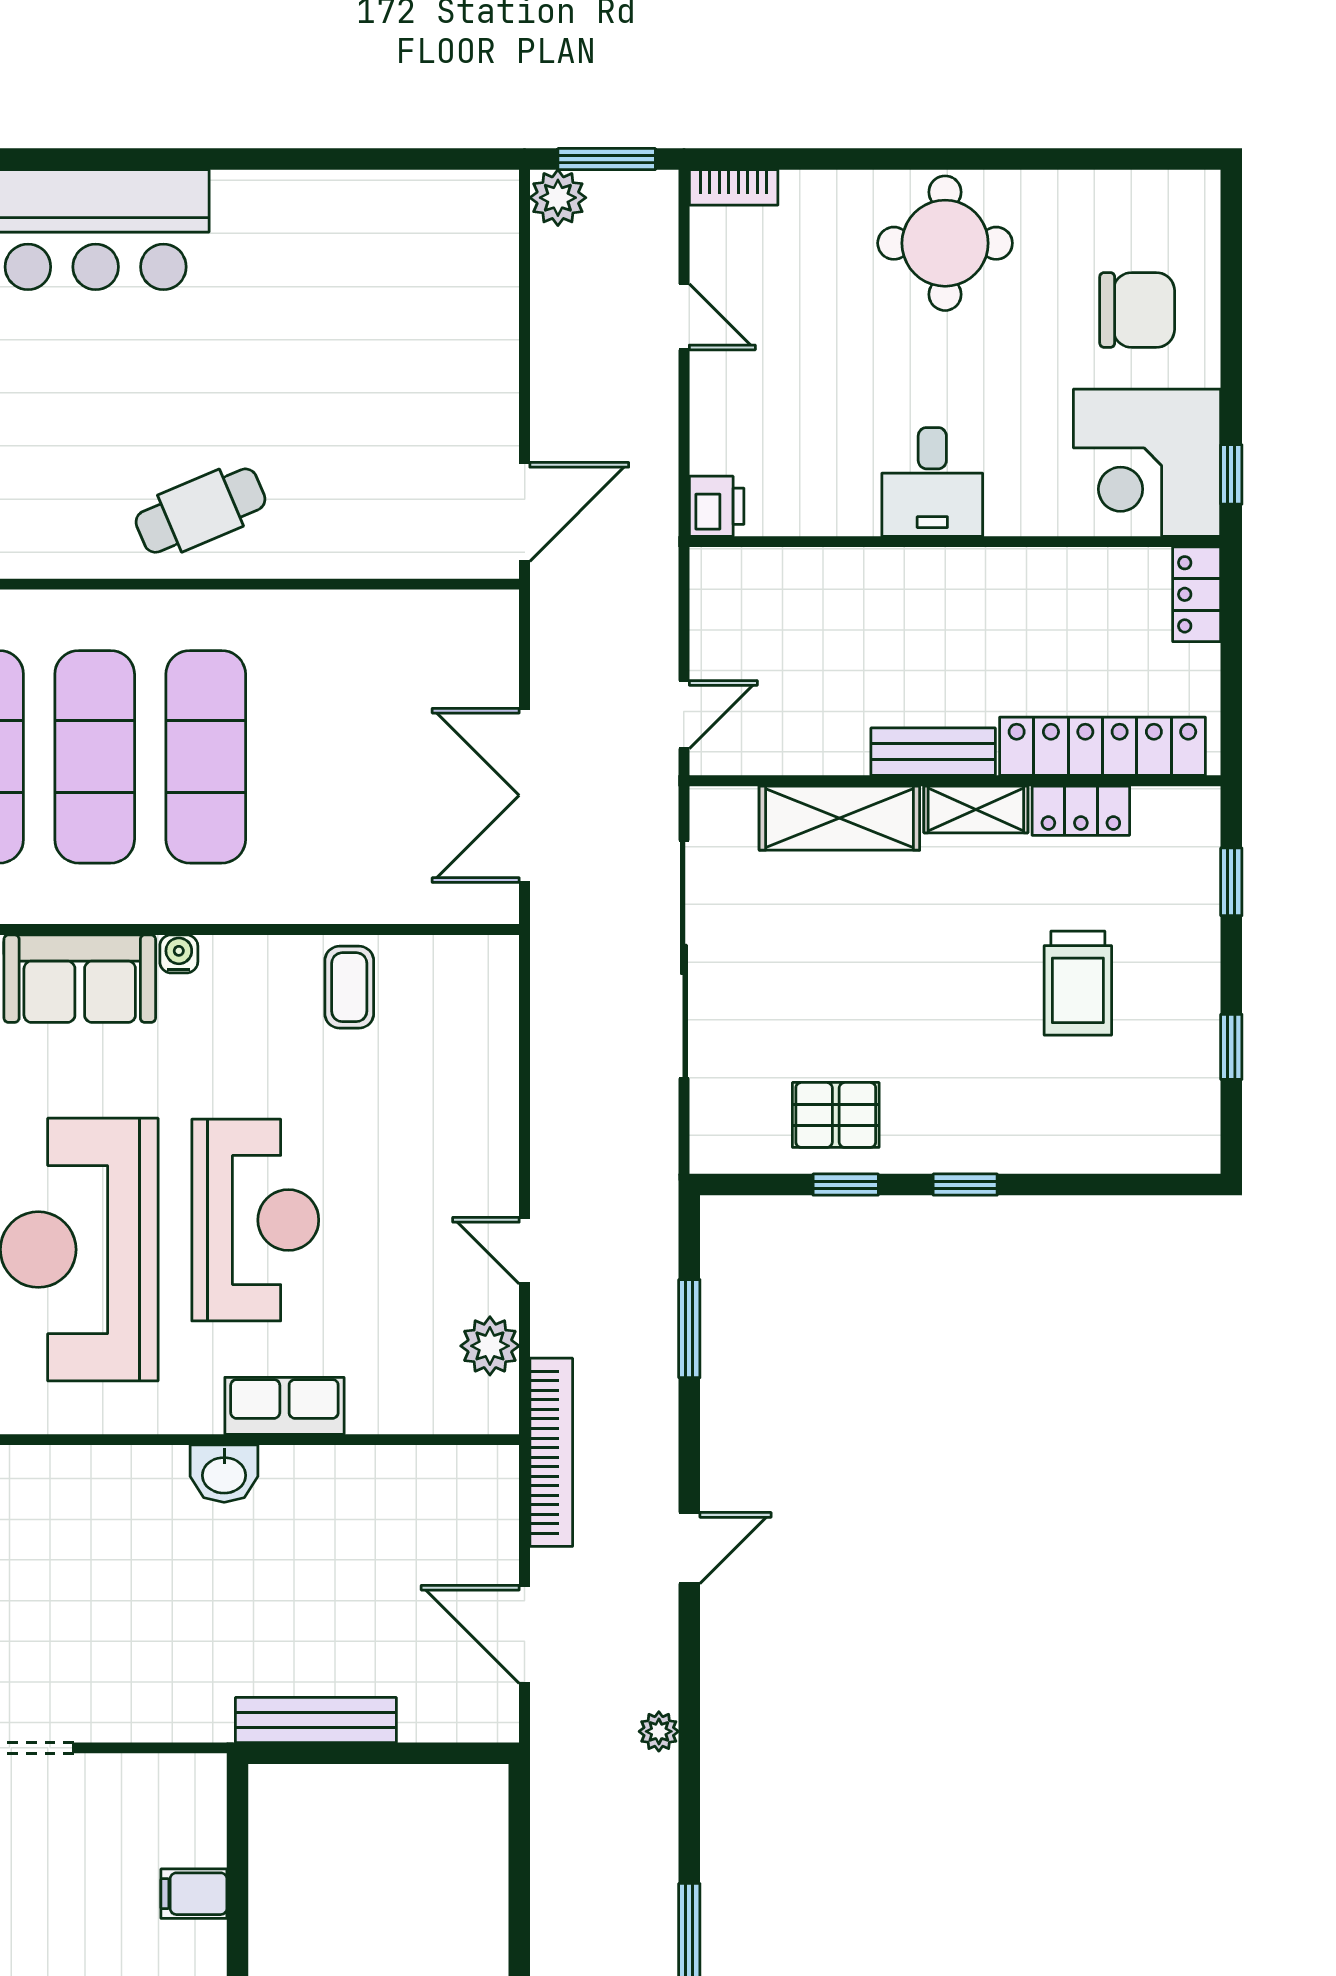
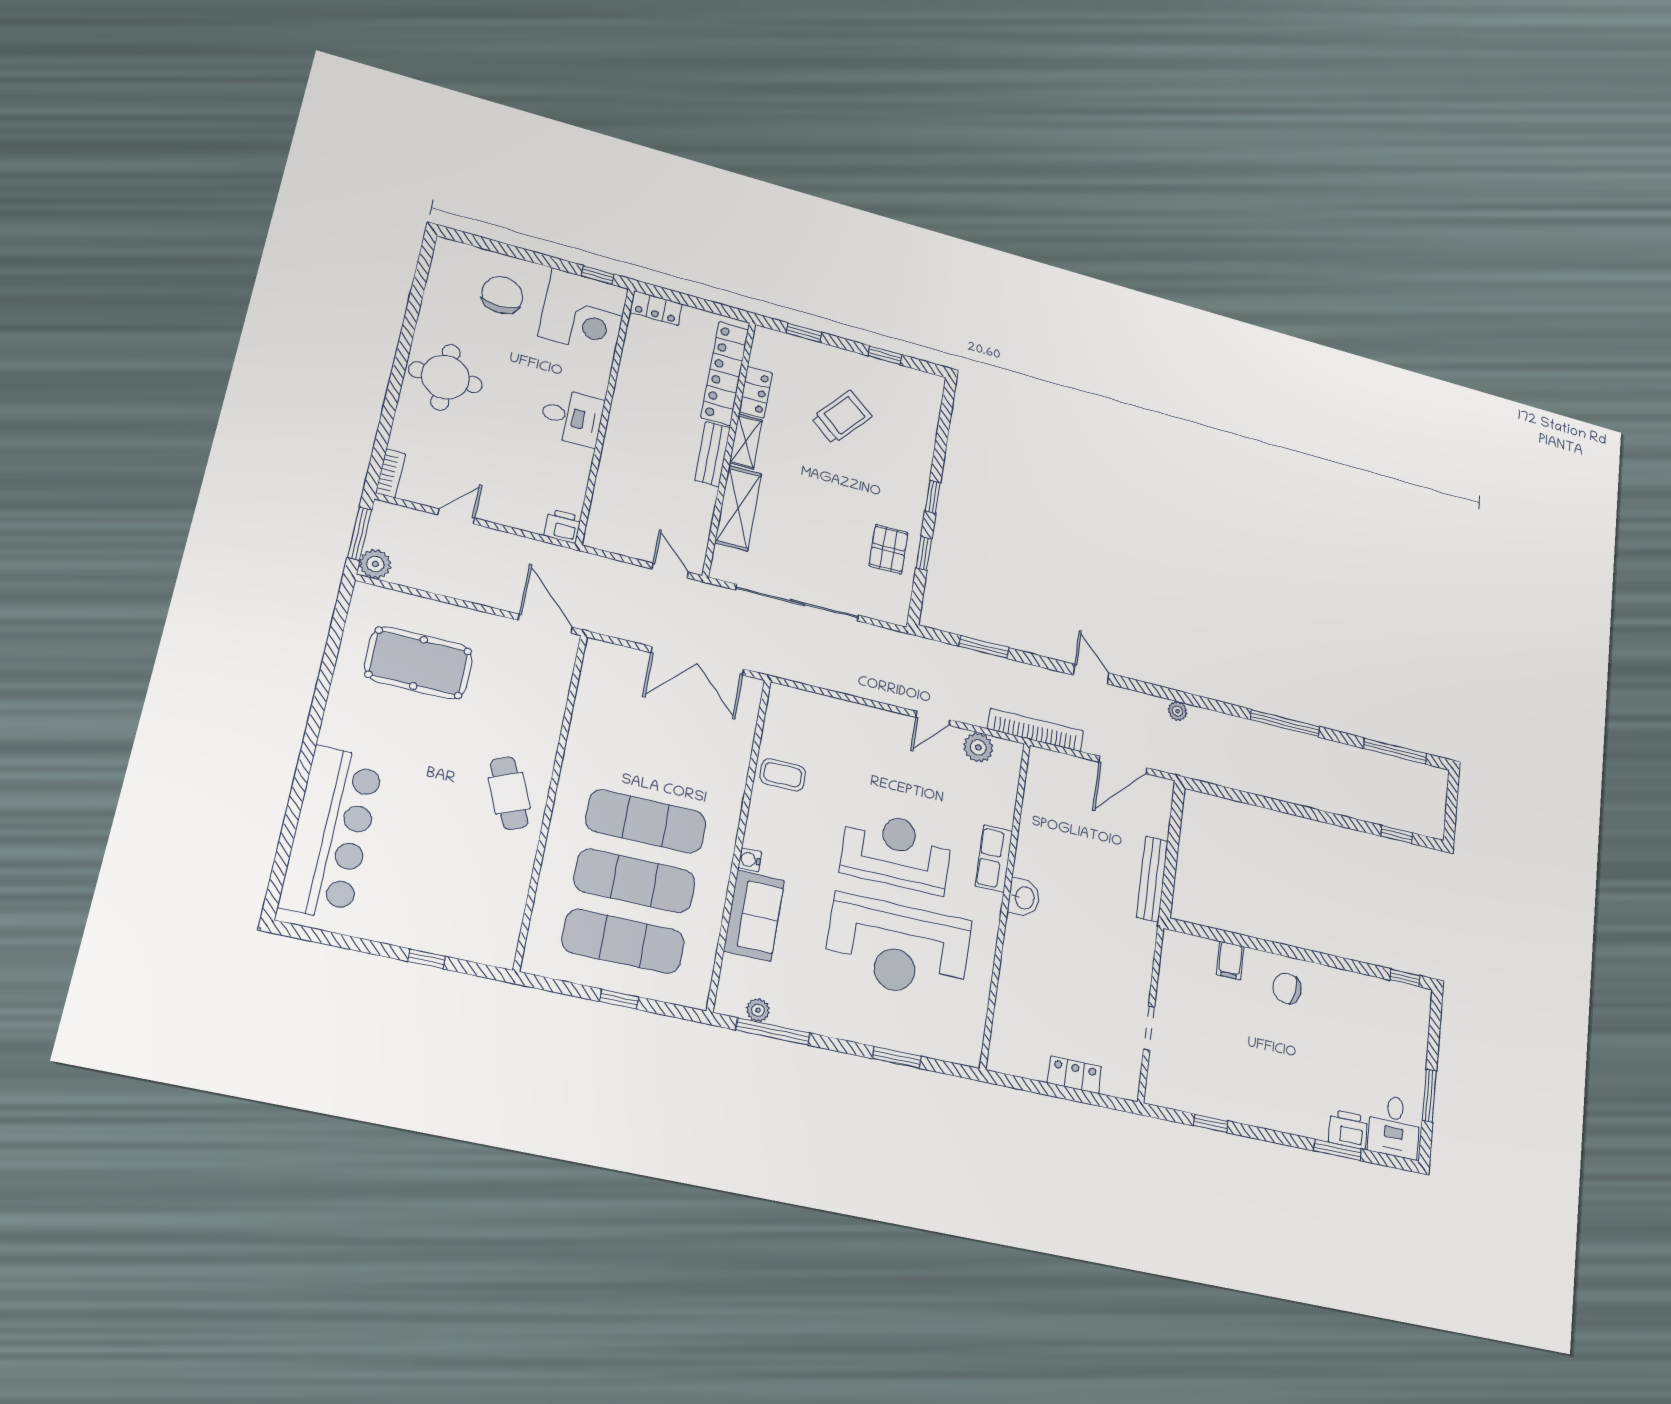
pool table: (397, 309) -> (419, 663), added
trolley: (1078, 983) -> (842, 417), turned -50

